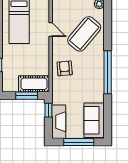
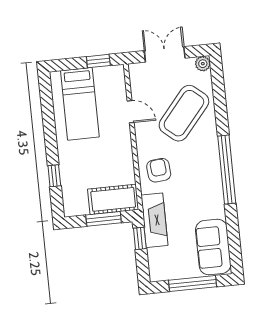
fireplace: (59, 122) -> (154, 220), moved

